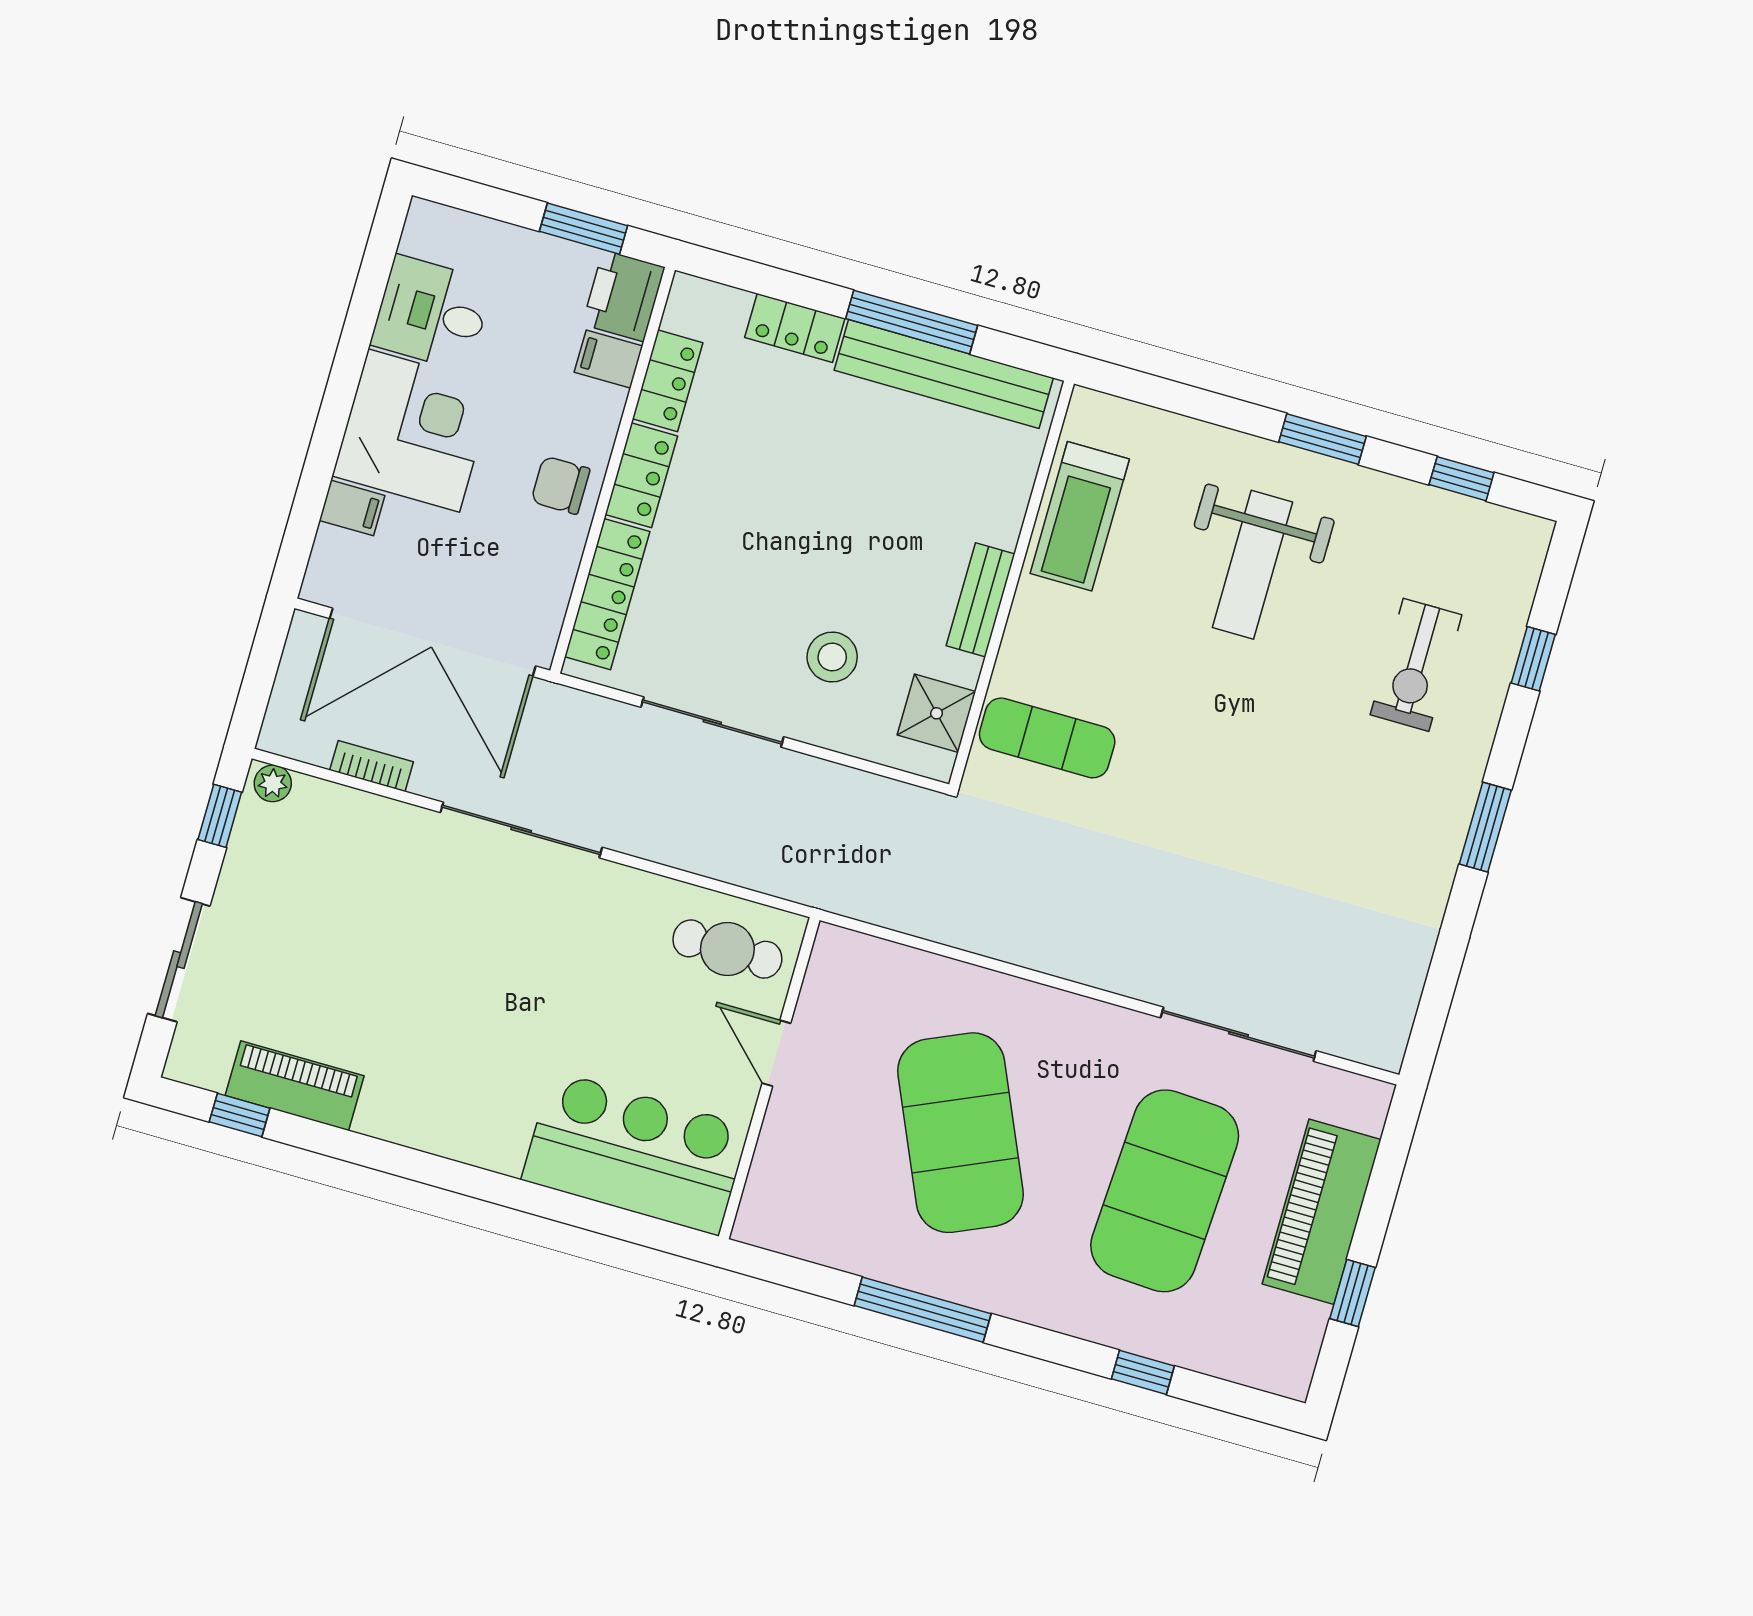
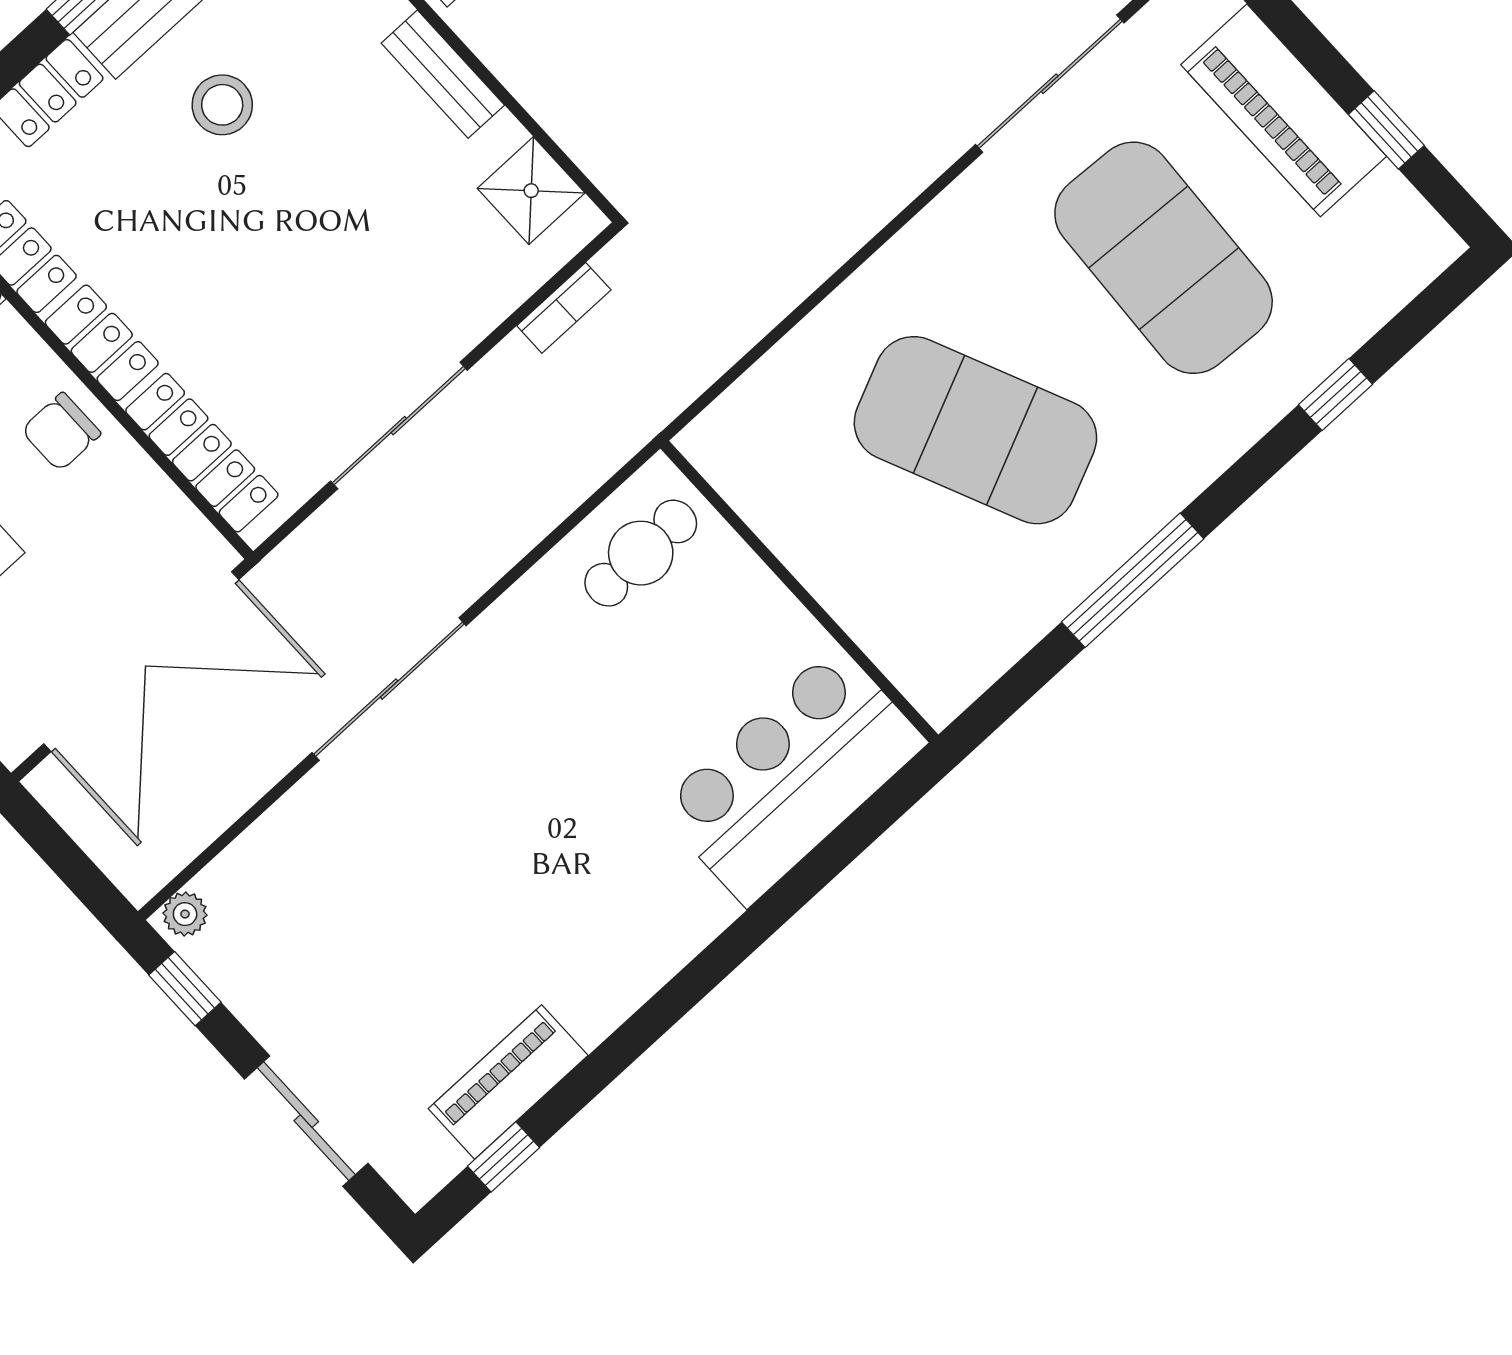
stool: (832, 657) -> (222, 105), moved
exercise mat: (1047, 738) -> (626, 93), removed
bookcase: (372, 766) -> (564, 308), moved, turned 180
door: (776, 1053) -> (778, 569), removed

